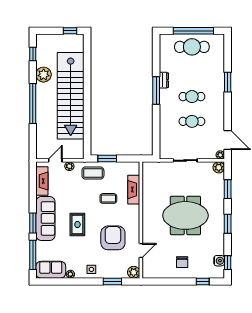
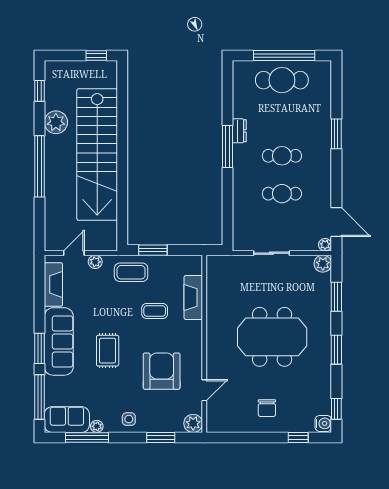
water cooler: (219, 261) -> (323, 423), moved
window: (64, 281) -> (87, 437), added

